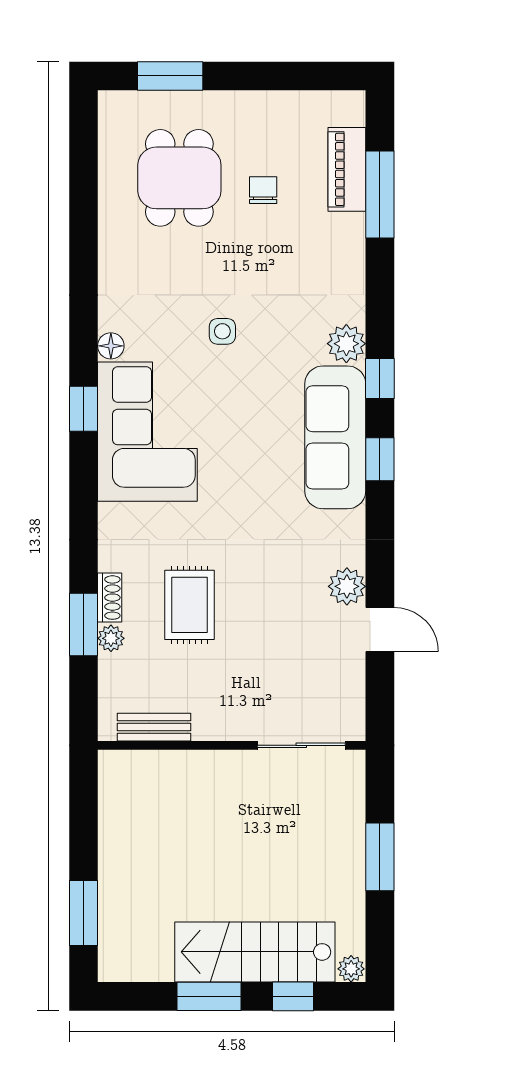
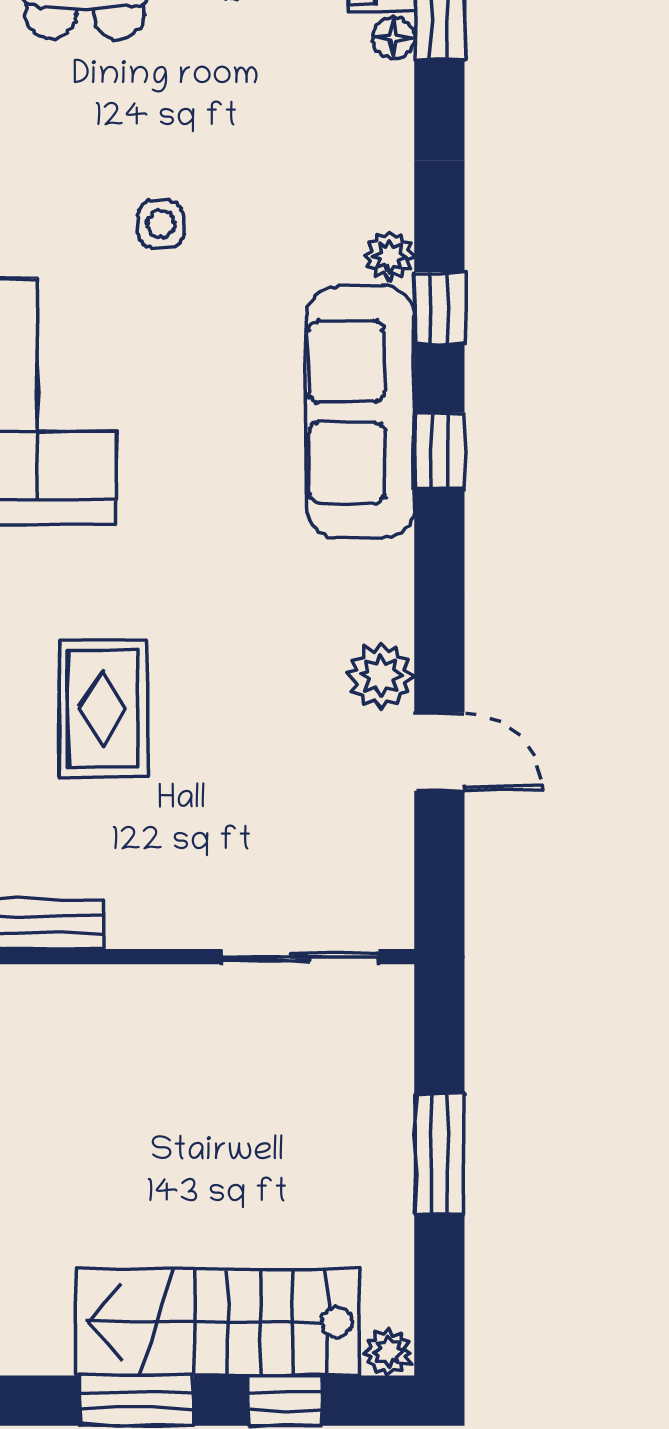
floor lamp: (354, 226) -> (394, 38), added
plant: (346, 344) -> (389, 256), width x0.73, depth x0.73

